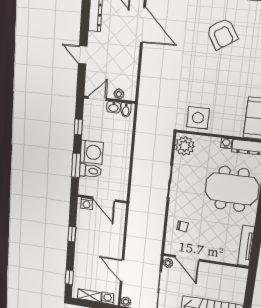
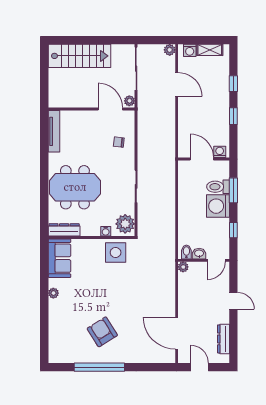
plant: (119, 94) -> (183, 267), moved
water cooler: (226, 143) -> (106, 231), moved
window: (69, 277) -> (233, 84), moved

